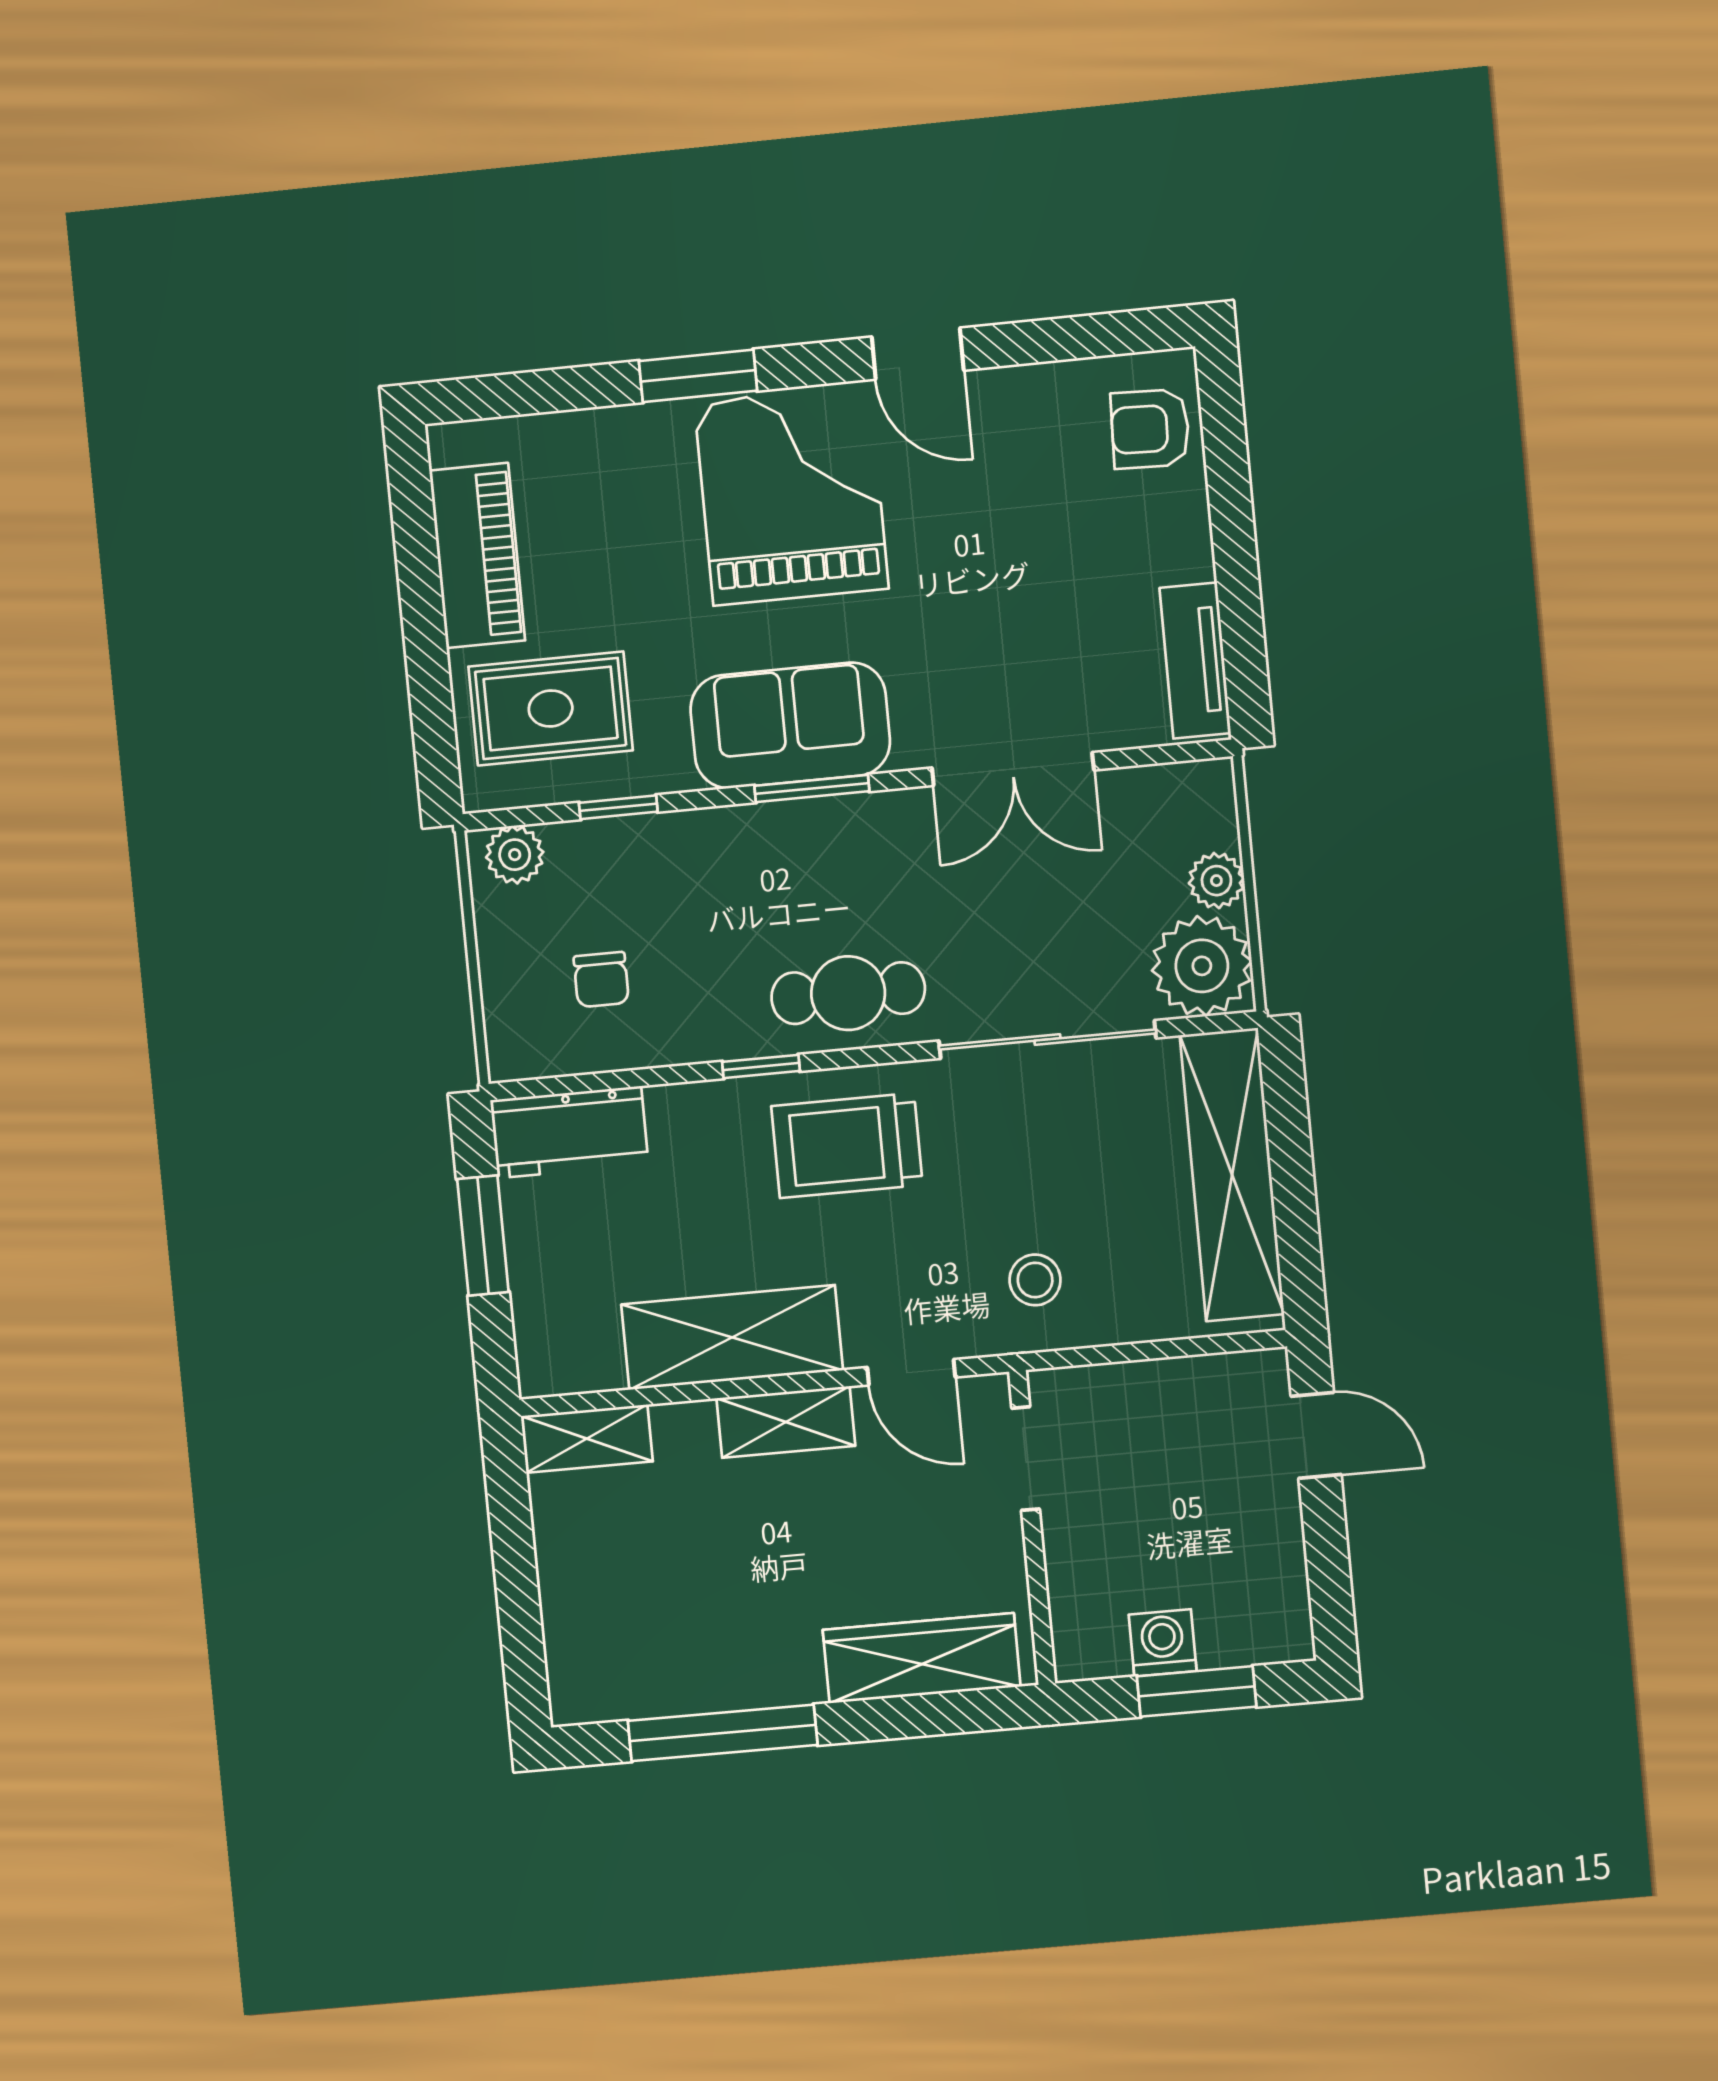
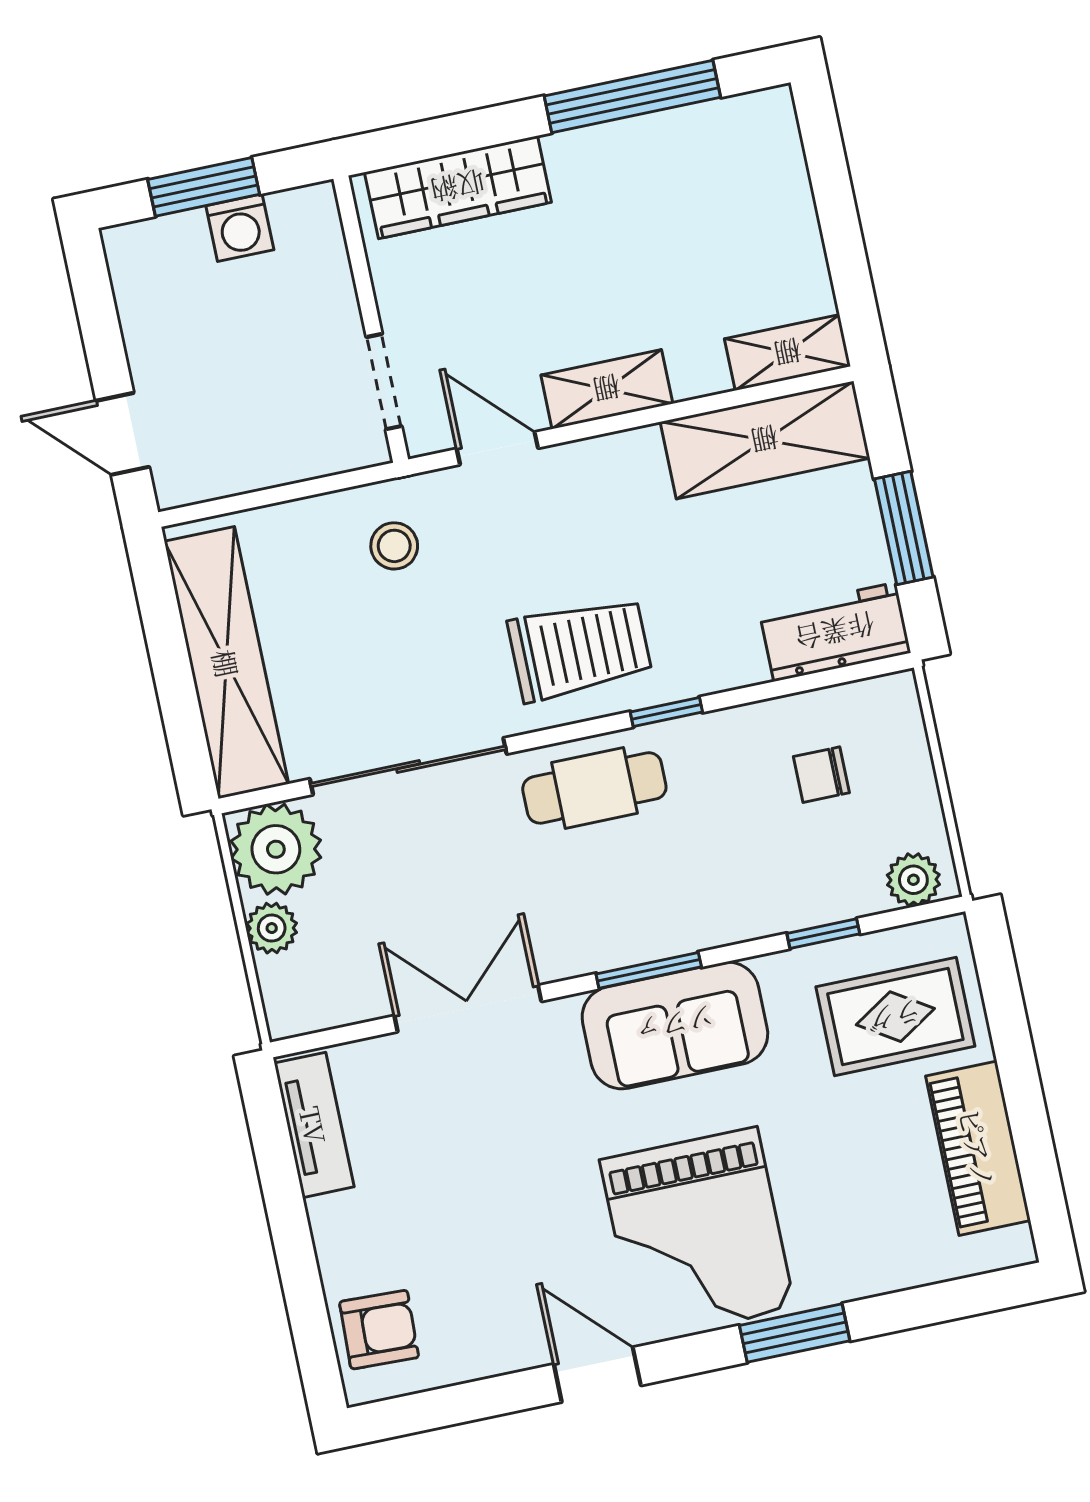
chair: (601, 980) -> (821, 775), turned -90
shelving: (732, 1337) -> (765, 440), moved

